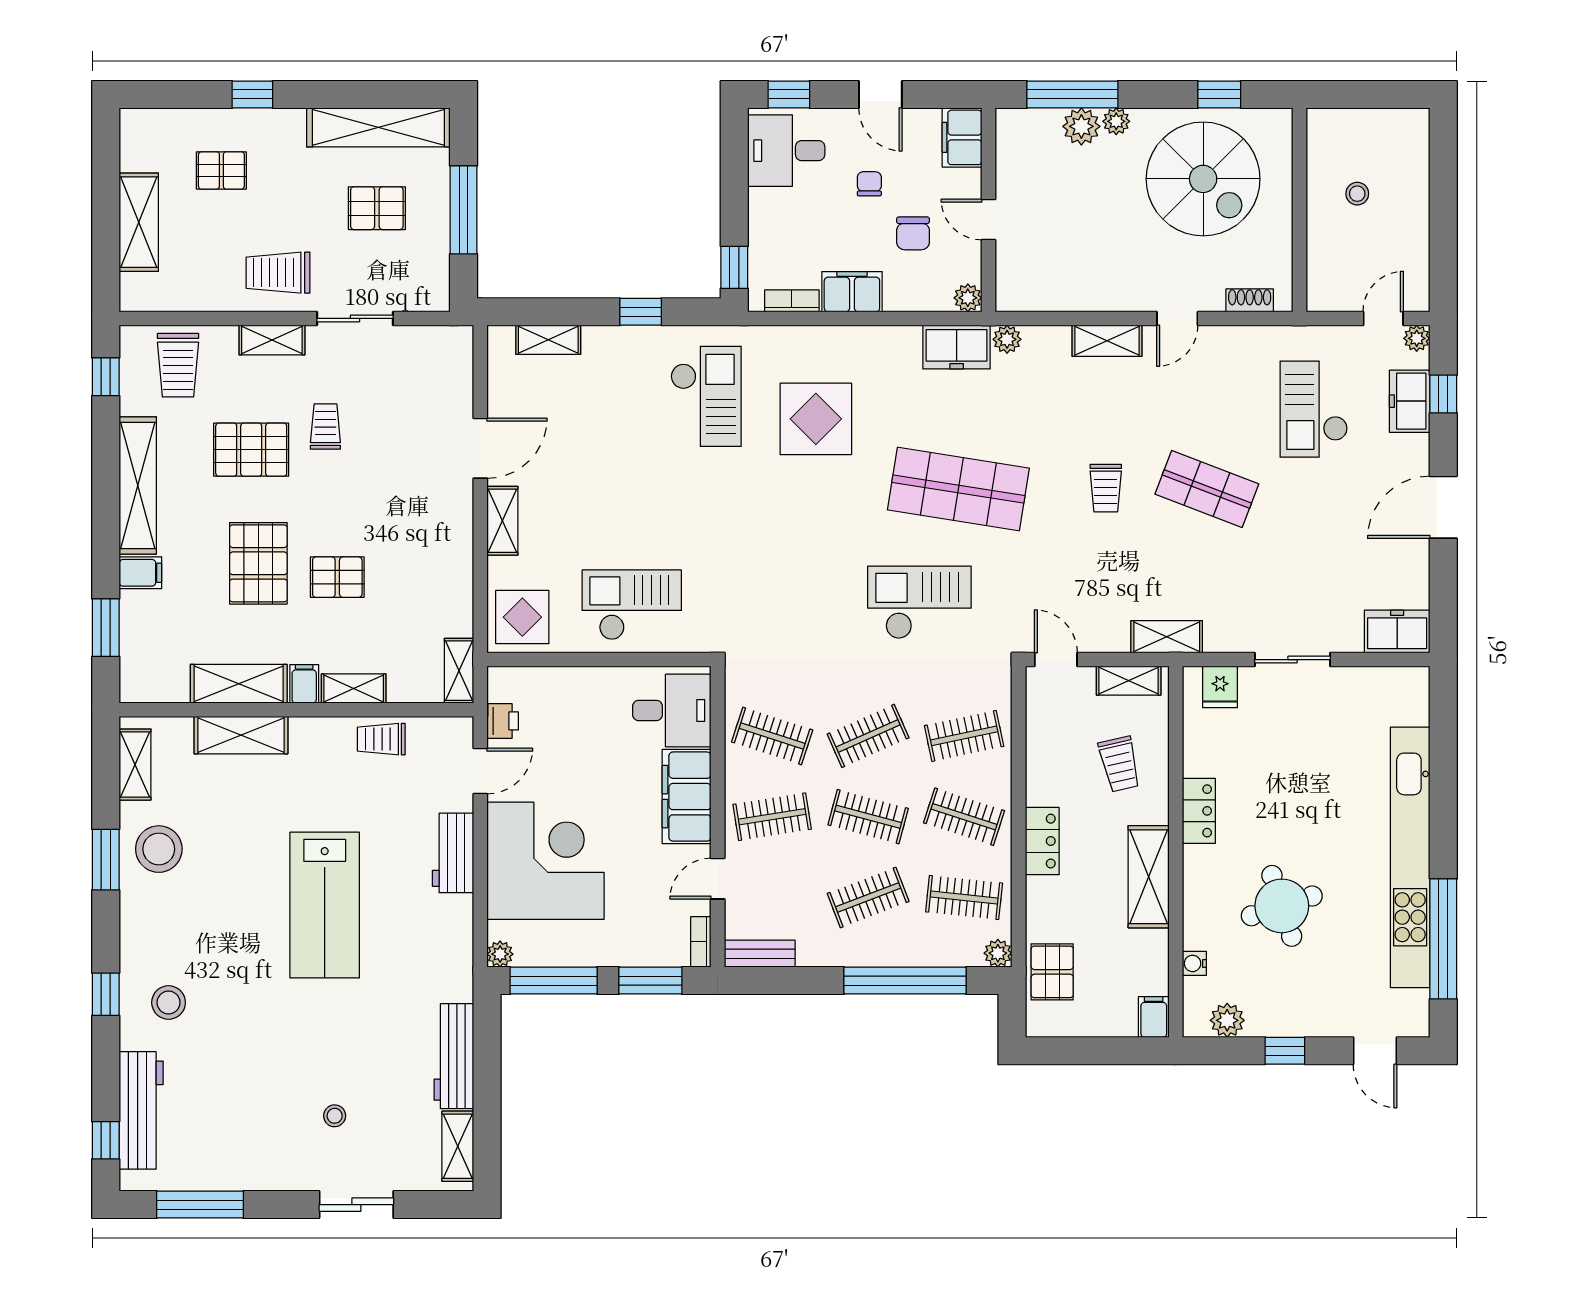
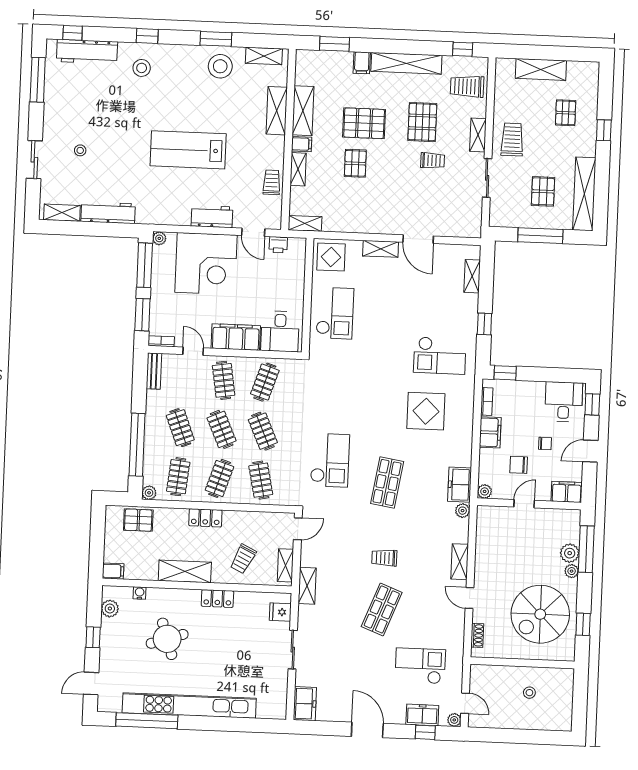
shop shelf: (958, 489) -> (387, 483), width x0.70, depth x0.74
trolley: (1119, 764) -> (243, 559), turned -51
clothes rail: (868, 817) -> (222, 429), turned -39

